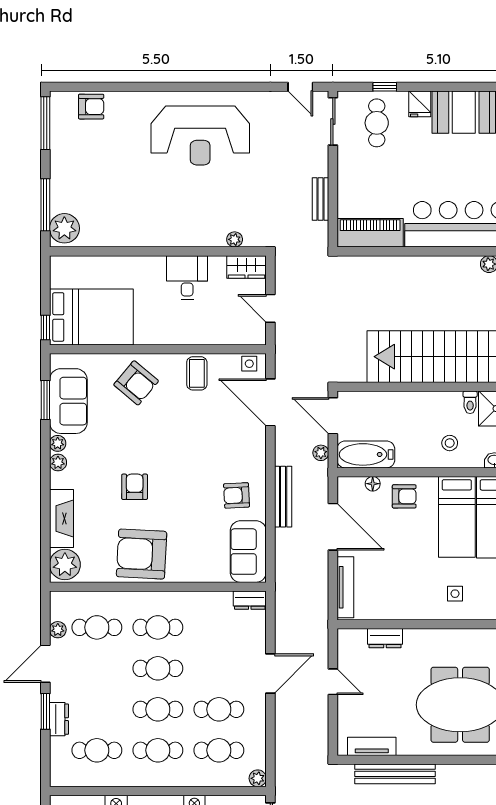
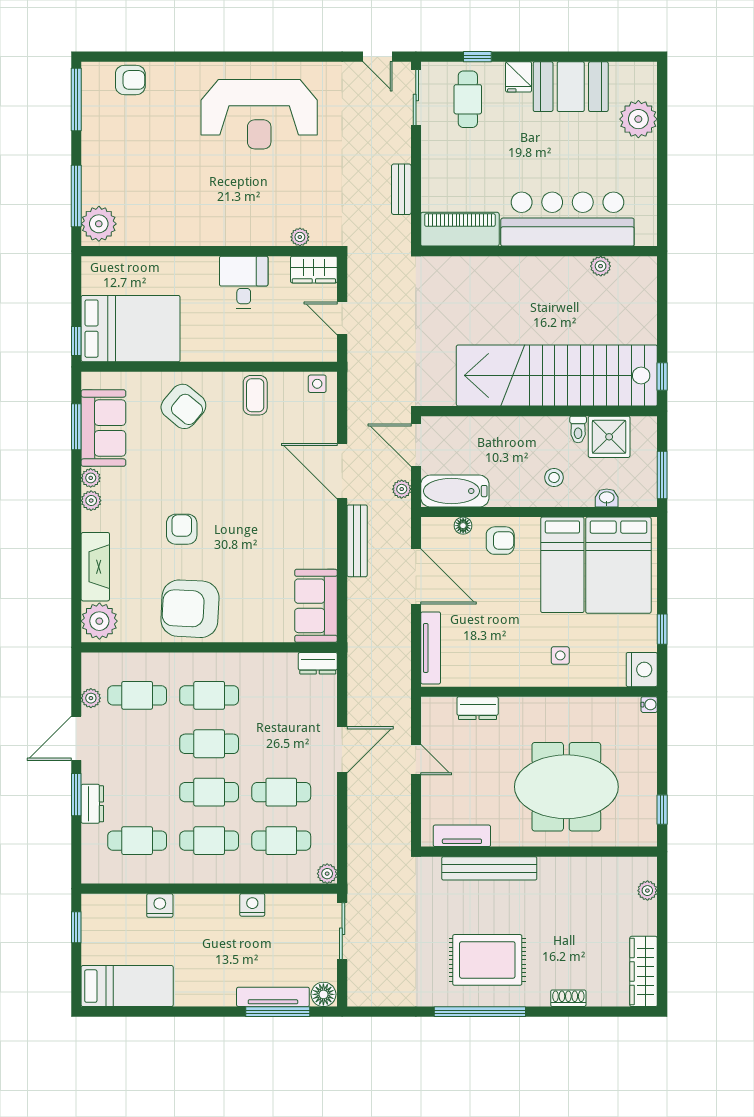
door: (270, 402) -> (342, 471), moved
armchair: (237, 495) -> (302, 539), removed

